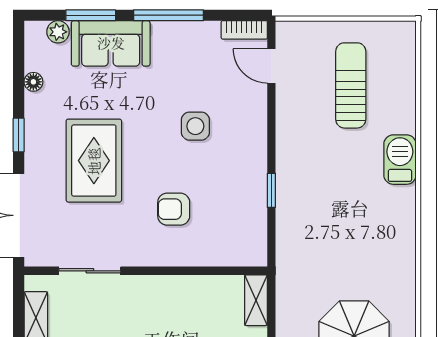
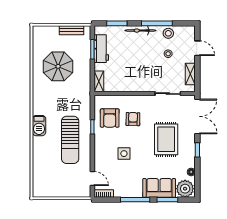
plant: (58, 32) -> (185, 189), width x1.87, depth x1.87
sun lounger: (351, 85) -> (70, 140), moved, width x1.36, depth x1.34
barbecue: (400, 160) -> (39, 126), moved
armchair: (174, 209) -> (133, 119), turned -89
armchair: (230, 212) -> (110, 118), added

